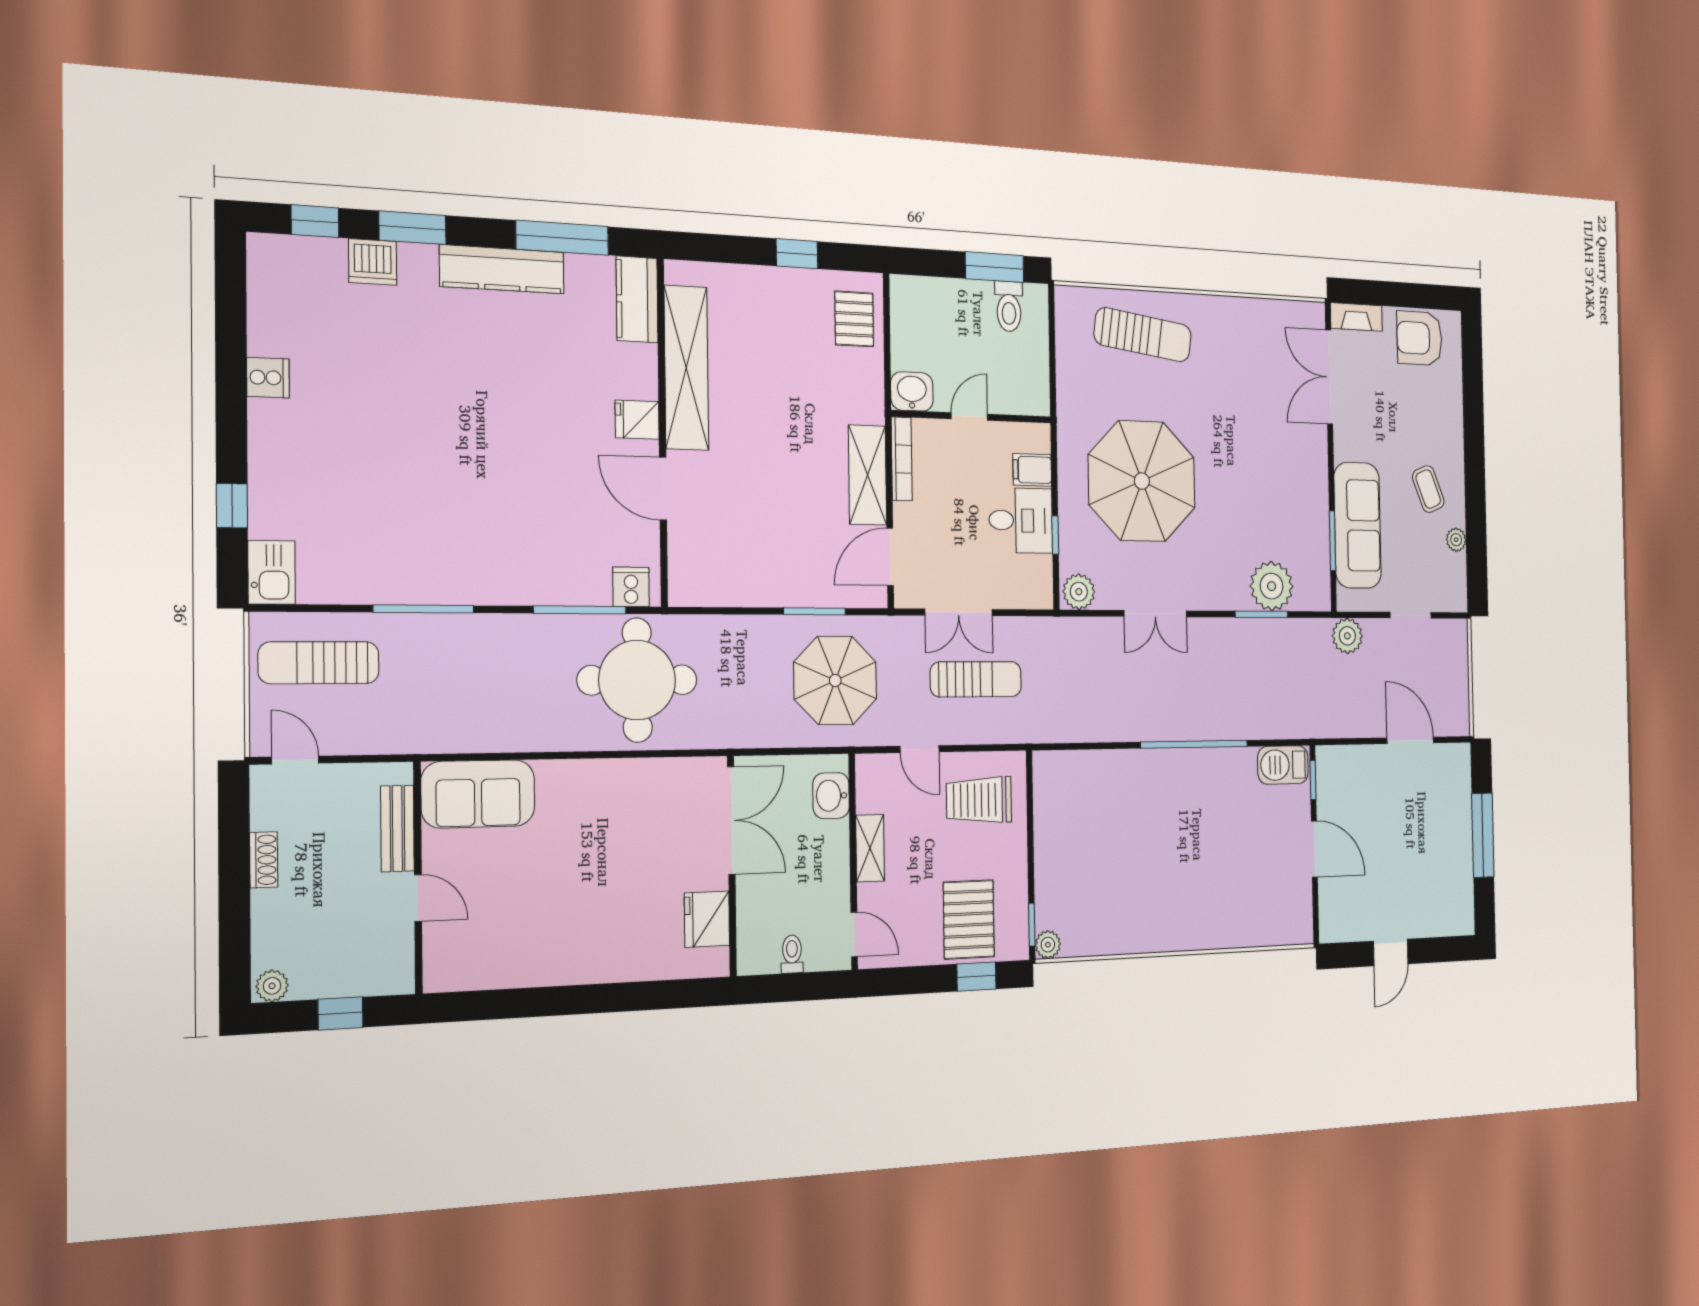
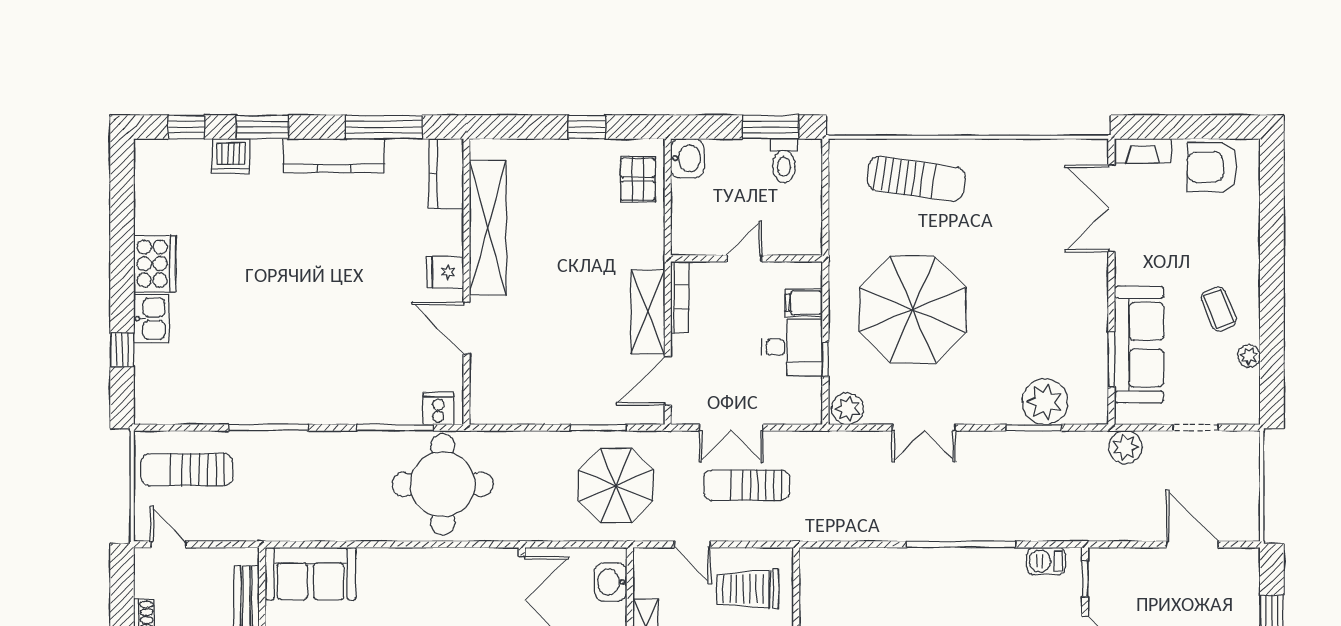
cooker: (268, 378) -> (155, 264), width x1.87, depth x1.31
washbasin: (912, 391) -> (687, 158), moved, turned 90
kitchen sink: (272, 572) -> (151, 319), moved
sun lounger: (976, 679) -> (746, 485), turned 180
barbecue: (1283, 765) -> (1046, 561), width x0.73, depth x0.79

